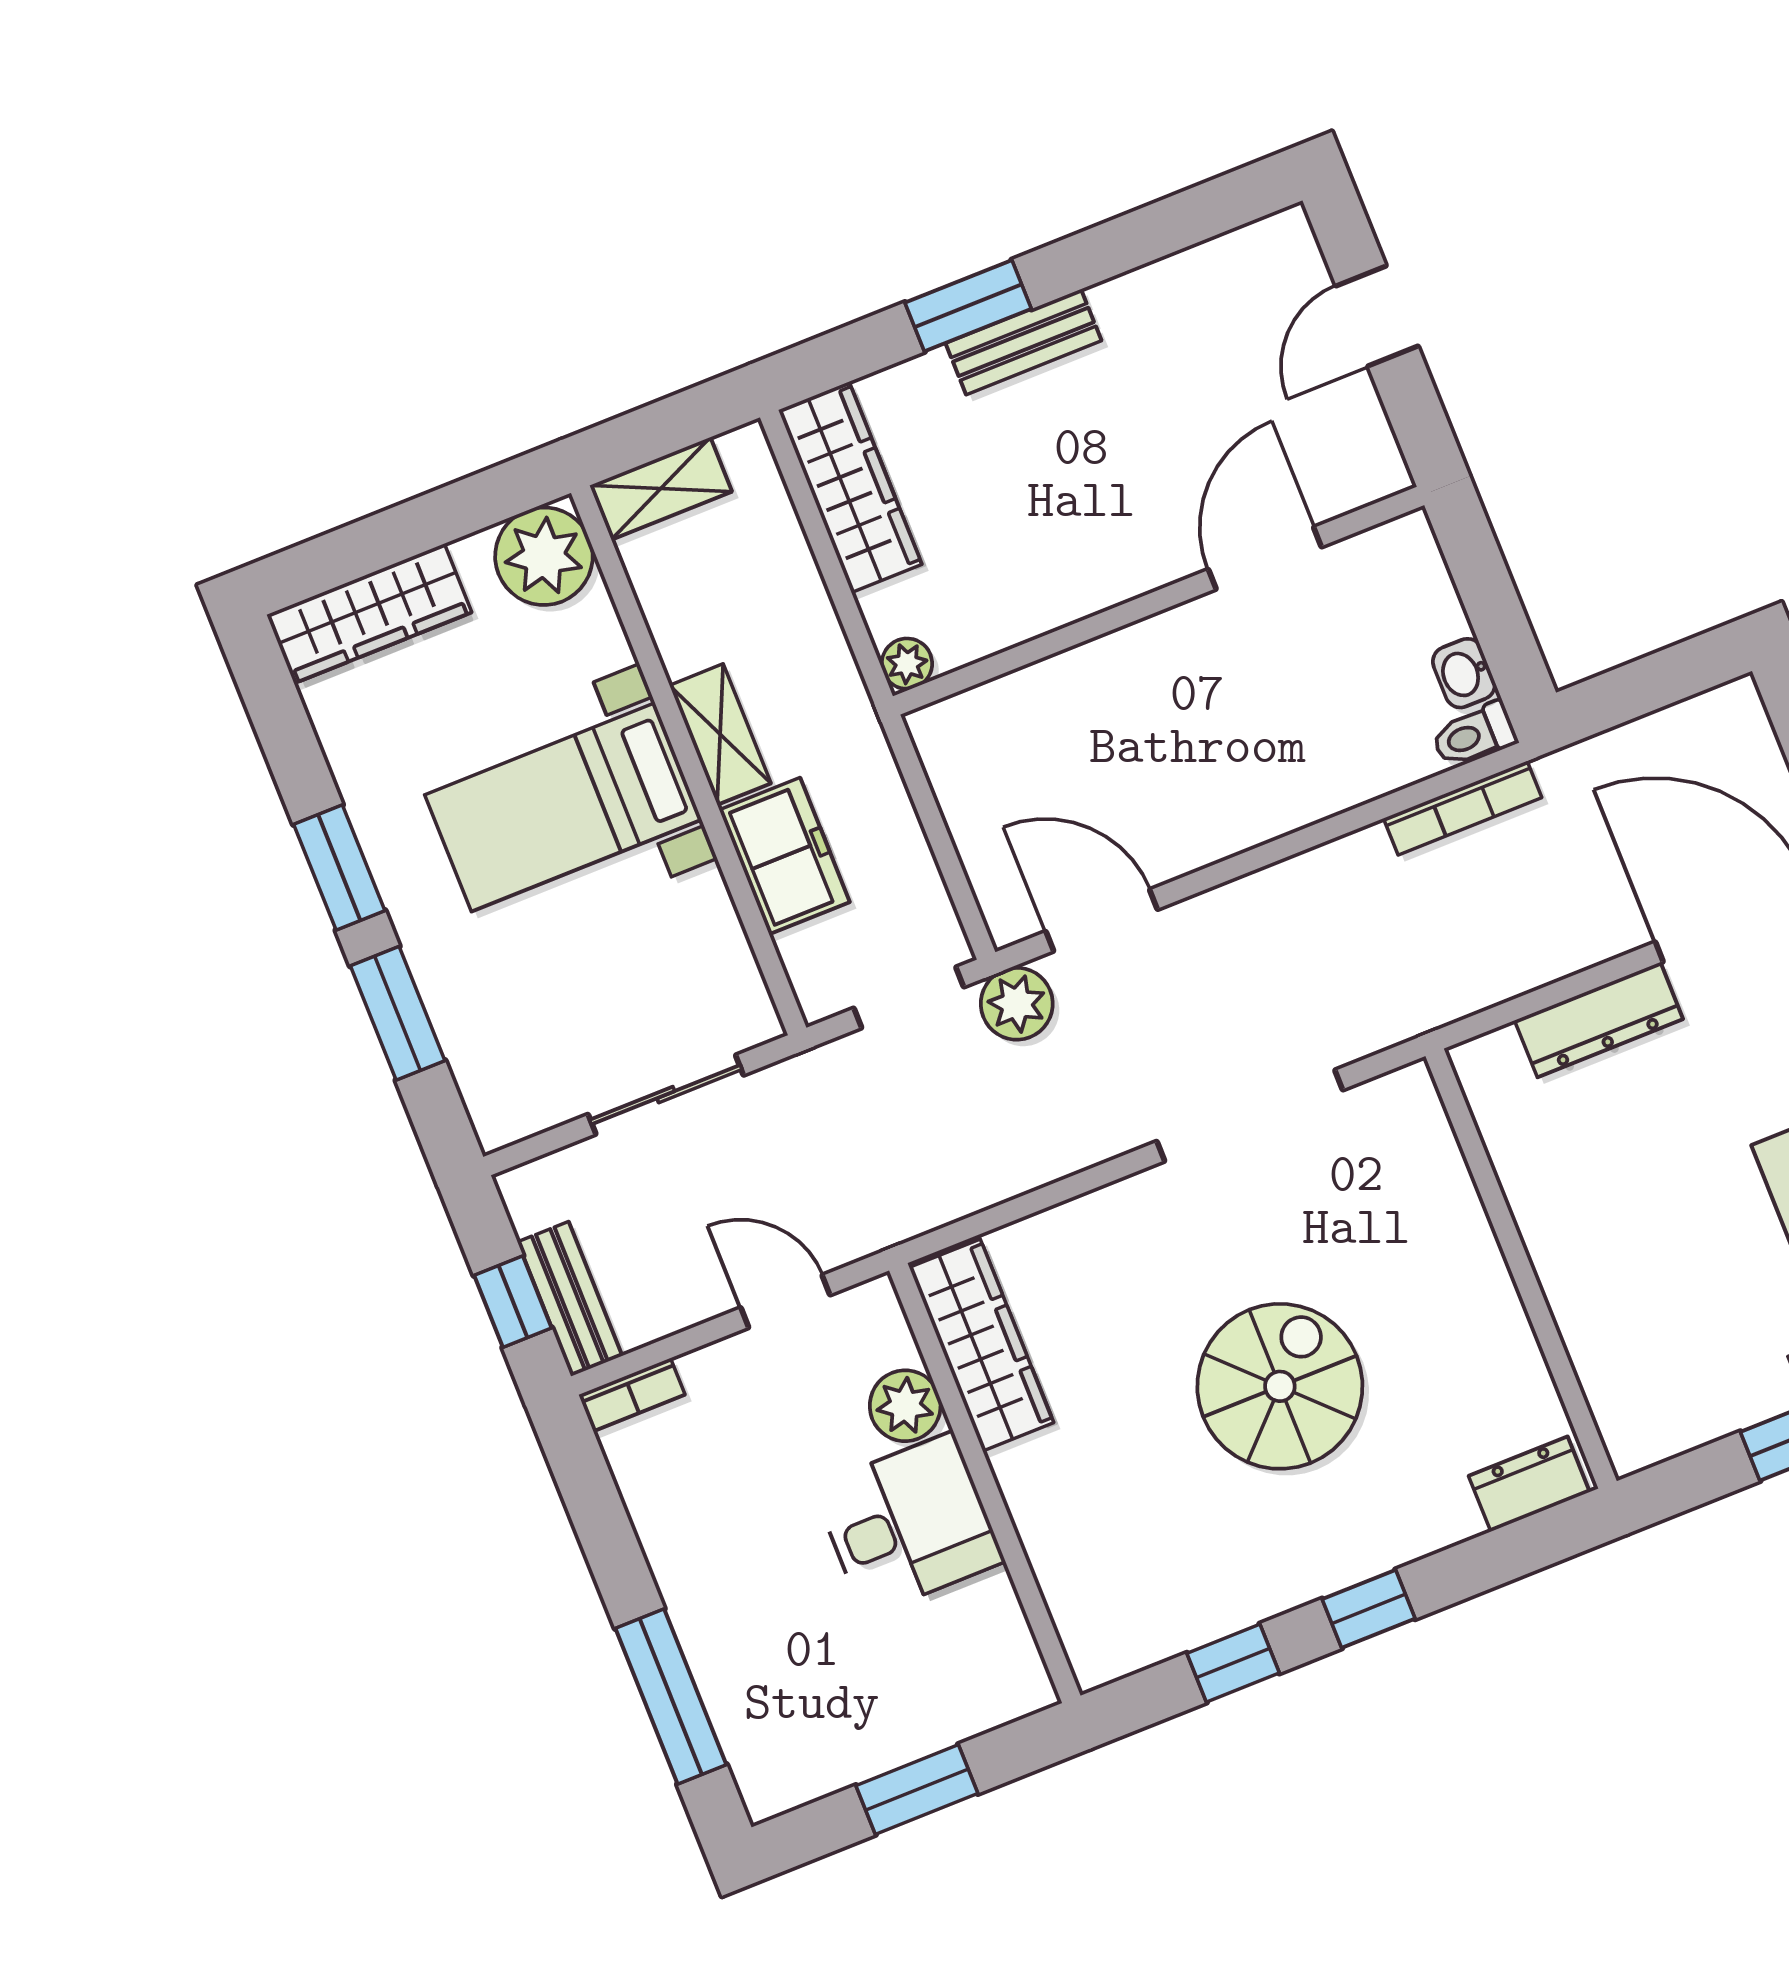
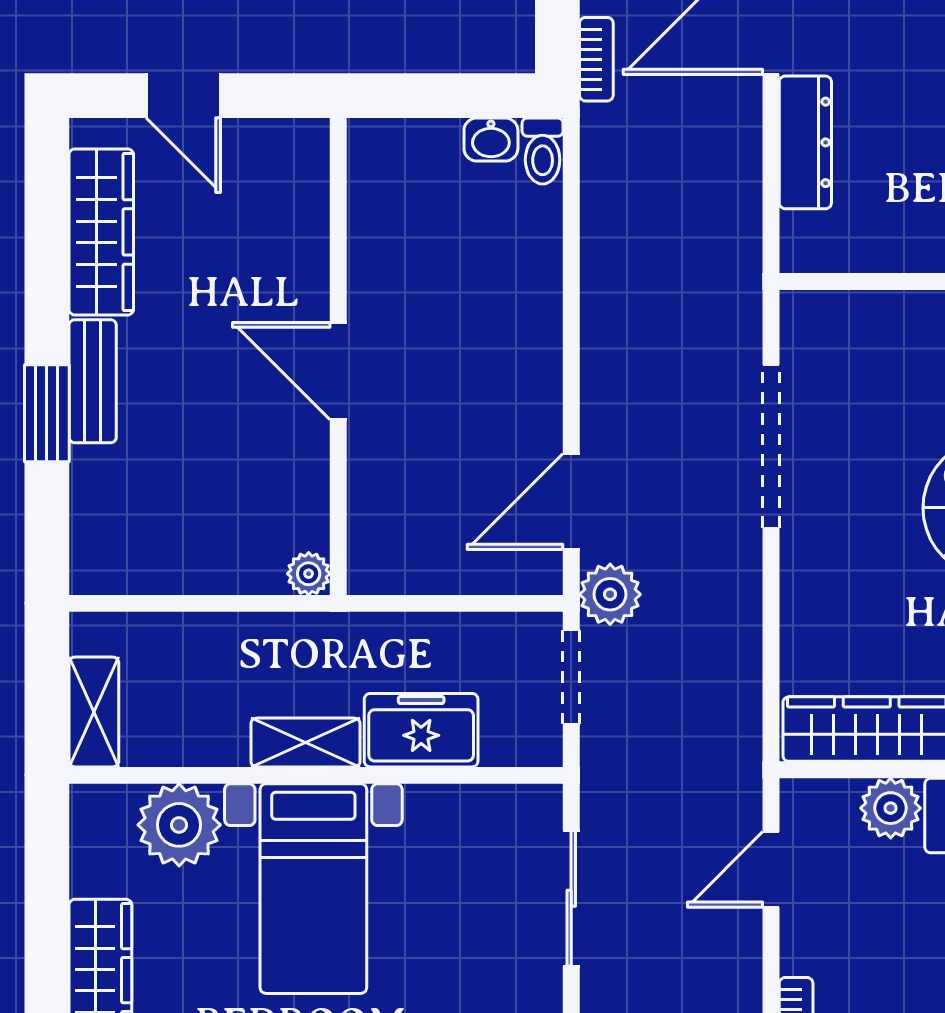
wardrobe: (850, 487) -> (101, 232), moved, turned 90
plant: (544, 556) -> (179, 825), moved
door: (1265, 558) -> (338, 371), moved
bookcase: (1463, 808) -> (596, 59), moved, width x0.64

